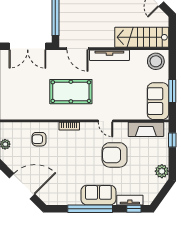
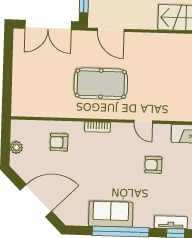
tv unit: (109, 55) -> (151, 39), removed
armchair: (115, 155) -> (153, 165), width x0.53, depth x0.53
sofa: (98, 195) -> (111, 214), moved

